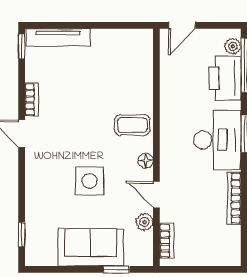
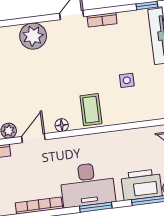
plant: (40, 181) -> (33, 36), added
side table: (89, 181) -> (127, 80), moved, width x0.54, depth x0.54

